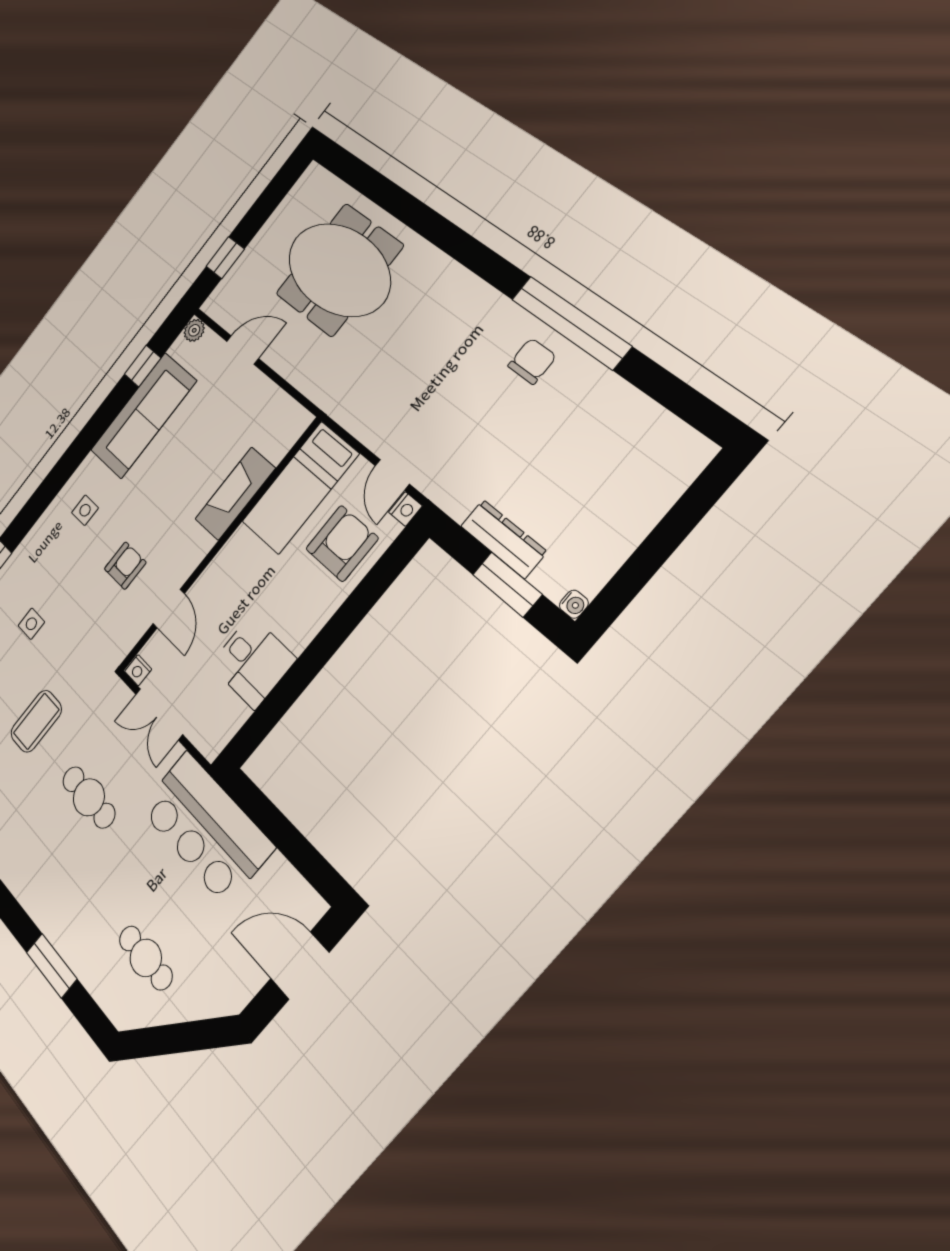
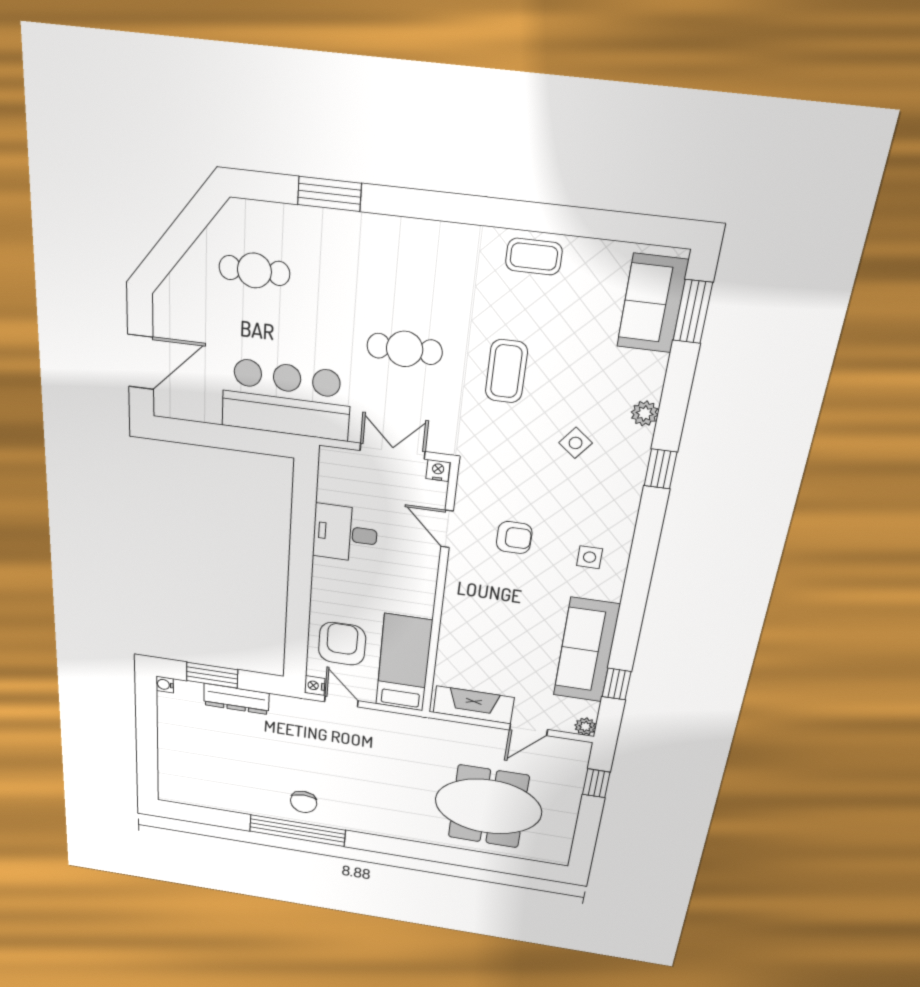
fireplace: (235, 494) -> (473, 705), moved, turned -90
armchair: (342, 543) -> (342, 644), turned 180
armchair: (125, 566) -> (514, 538), turned -90
side table: (31, 624) -> (576, 443), turned 38

